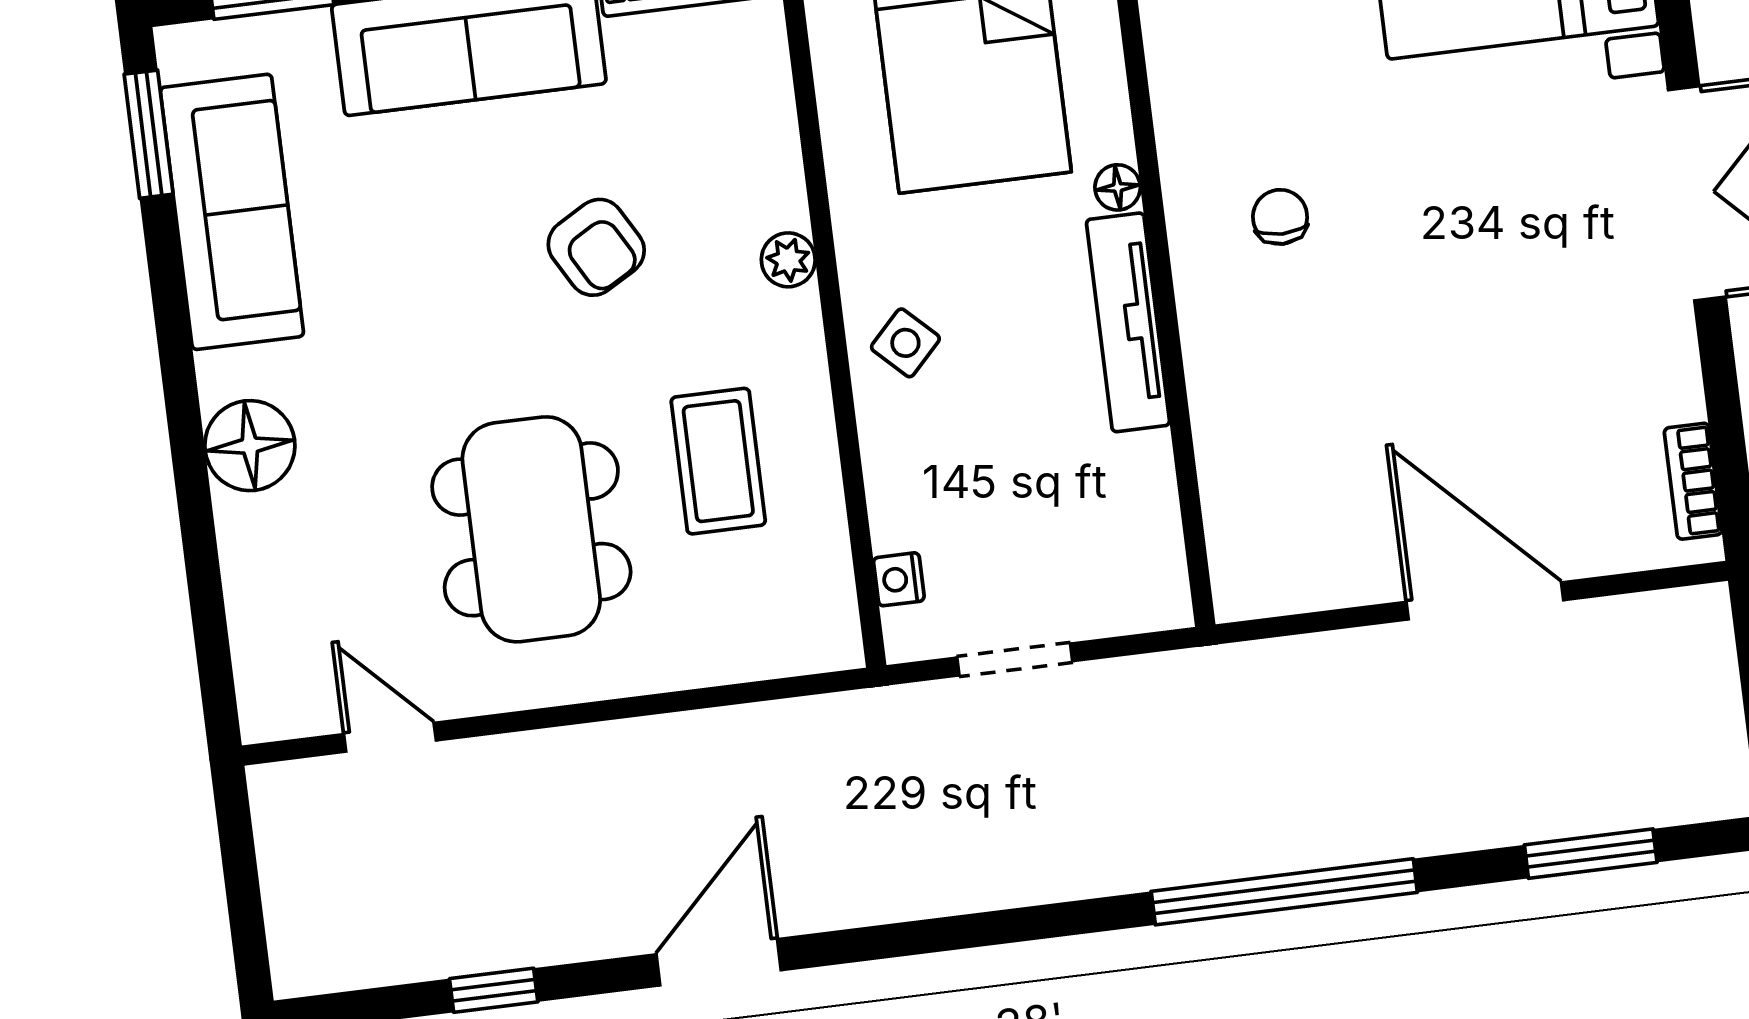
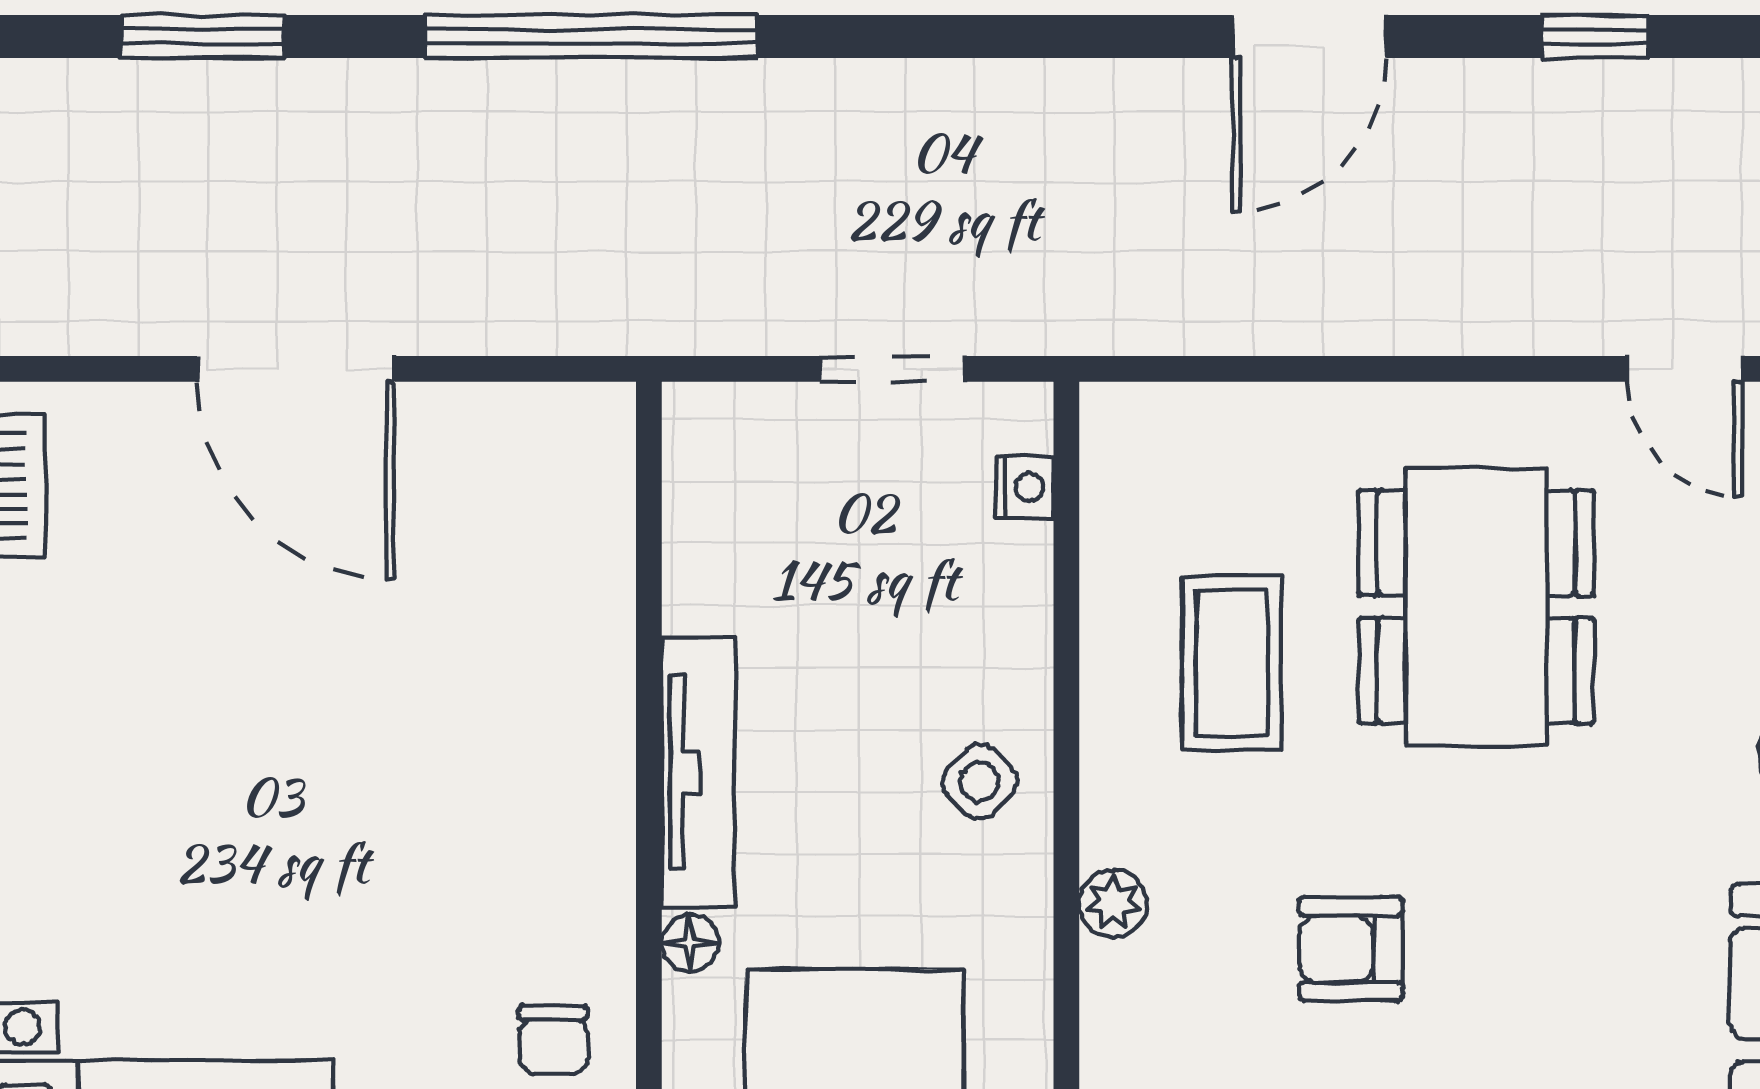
chair: (1280, 217) -> (553, 1040), moved
armchair: (596, 247) -> (1351, 949), turned -60

